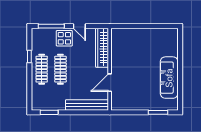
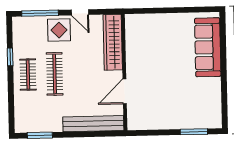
clothes rail: (42, 69) -> (28, 75), width x0.73
sofa: (169, 78) -> (208, 47), moved

